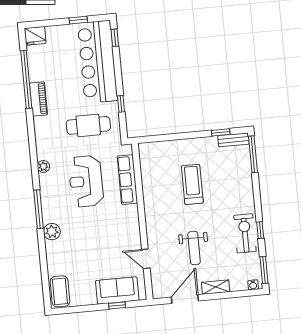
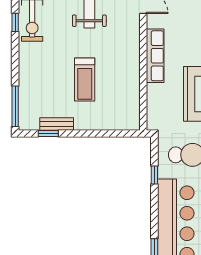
bench: (233, 140) -> (57, 124), moved
row of seats: (127, 180) -> (155, 56), moved

